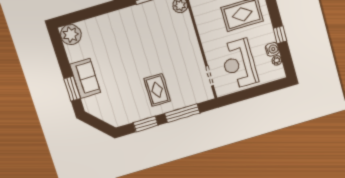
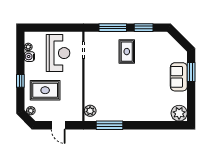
window: (280, 35) -> (20, 81), moved

